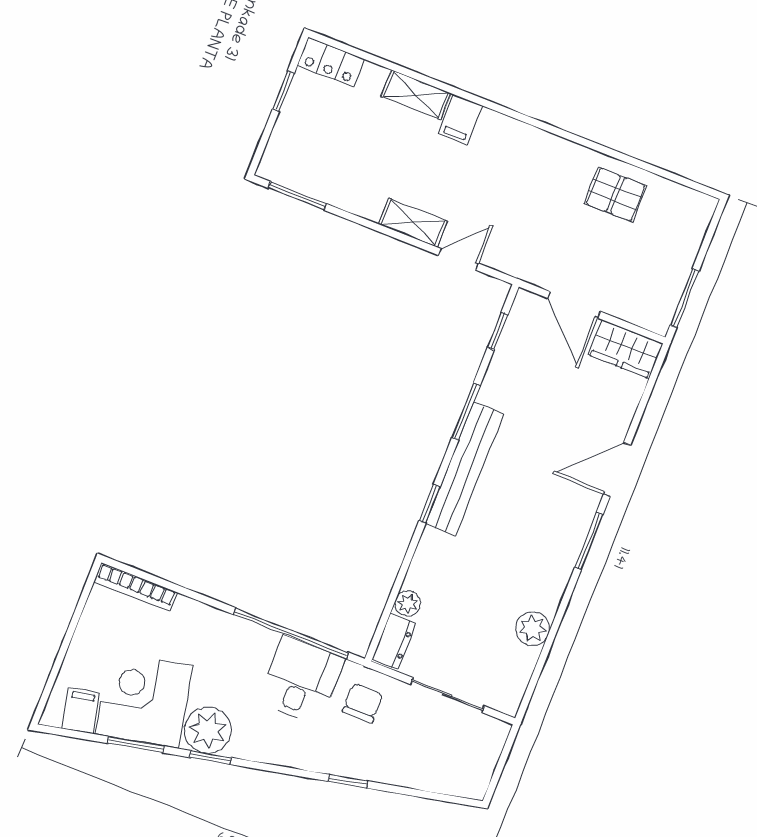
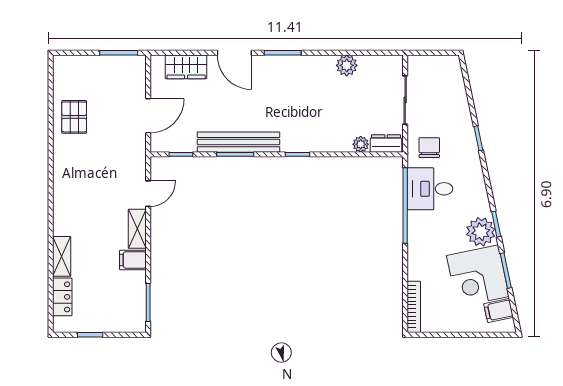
locker: (331, 62) -> (62, 297), moved
filing cabinet: (460, 119) -> (133, 260), moved, turned 180
door: (459, 259) -> (148, 194), swing flipped
wardrobe: (625, 349) -> (186, 67), moved, turned 90
bench: (464, 469) -> (239, 142), moved
chair: (363, 703) -> (429, 148), turned 90

